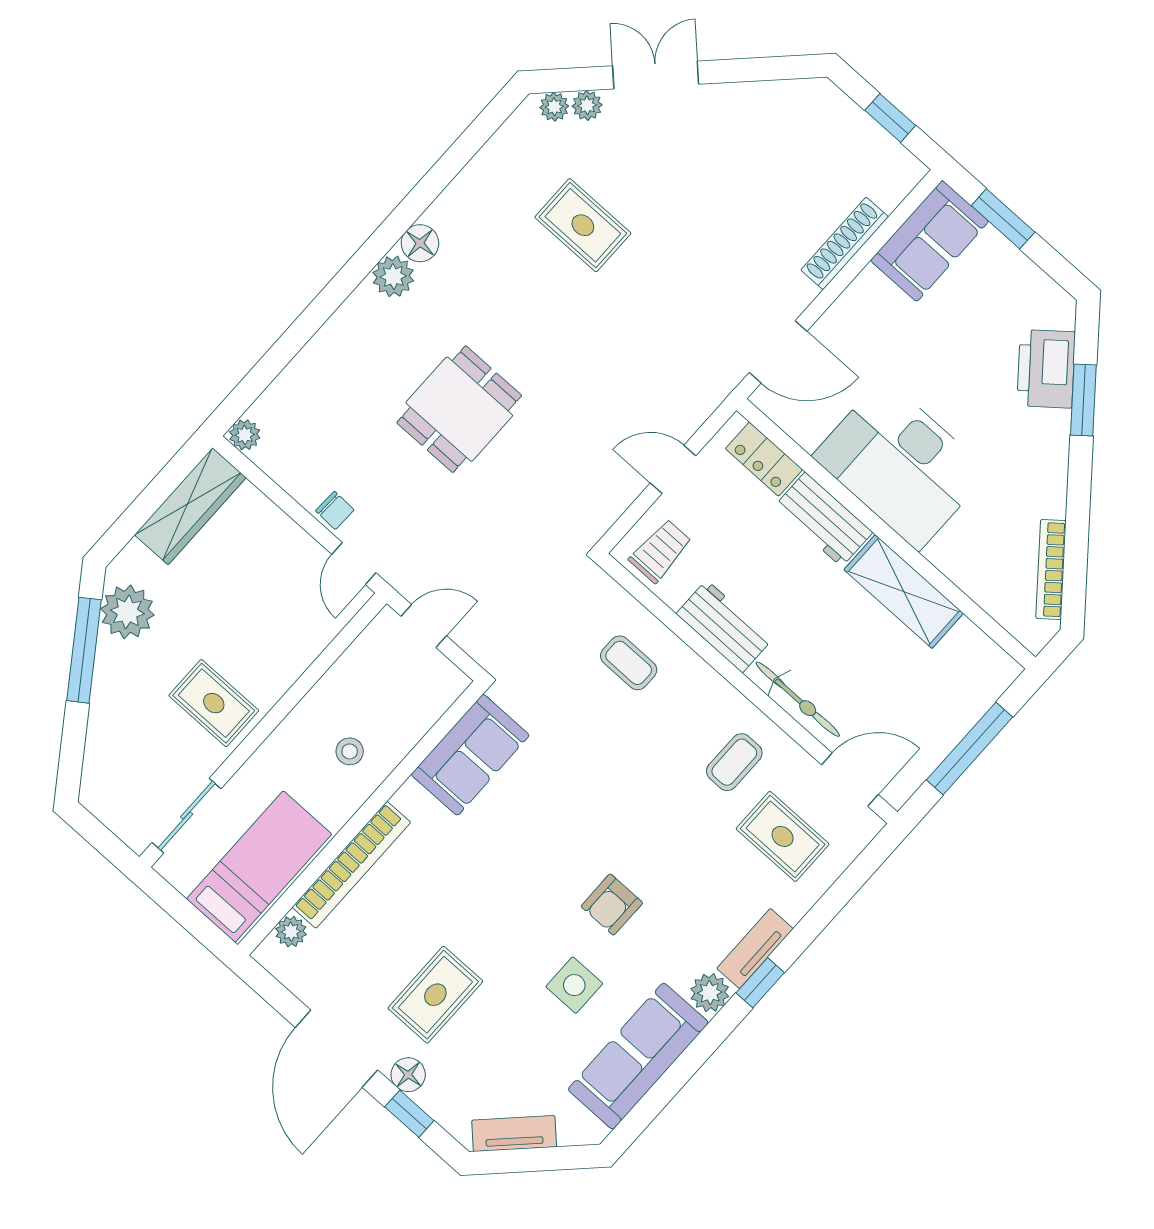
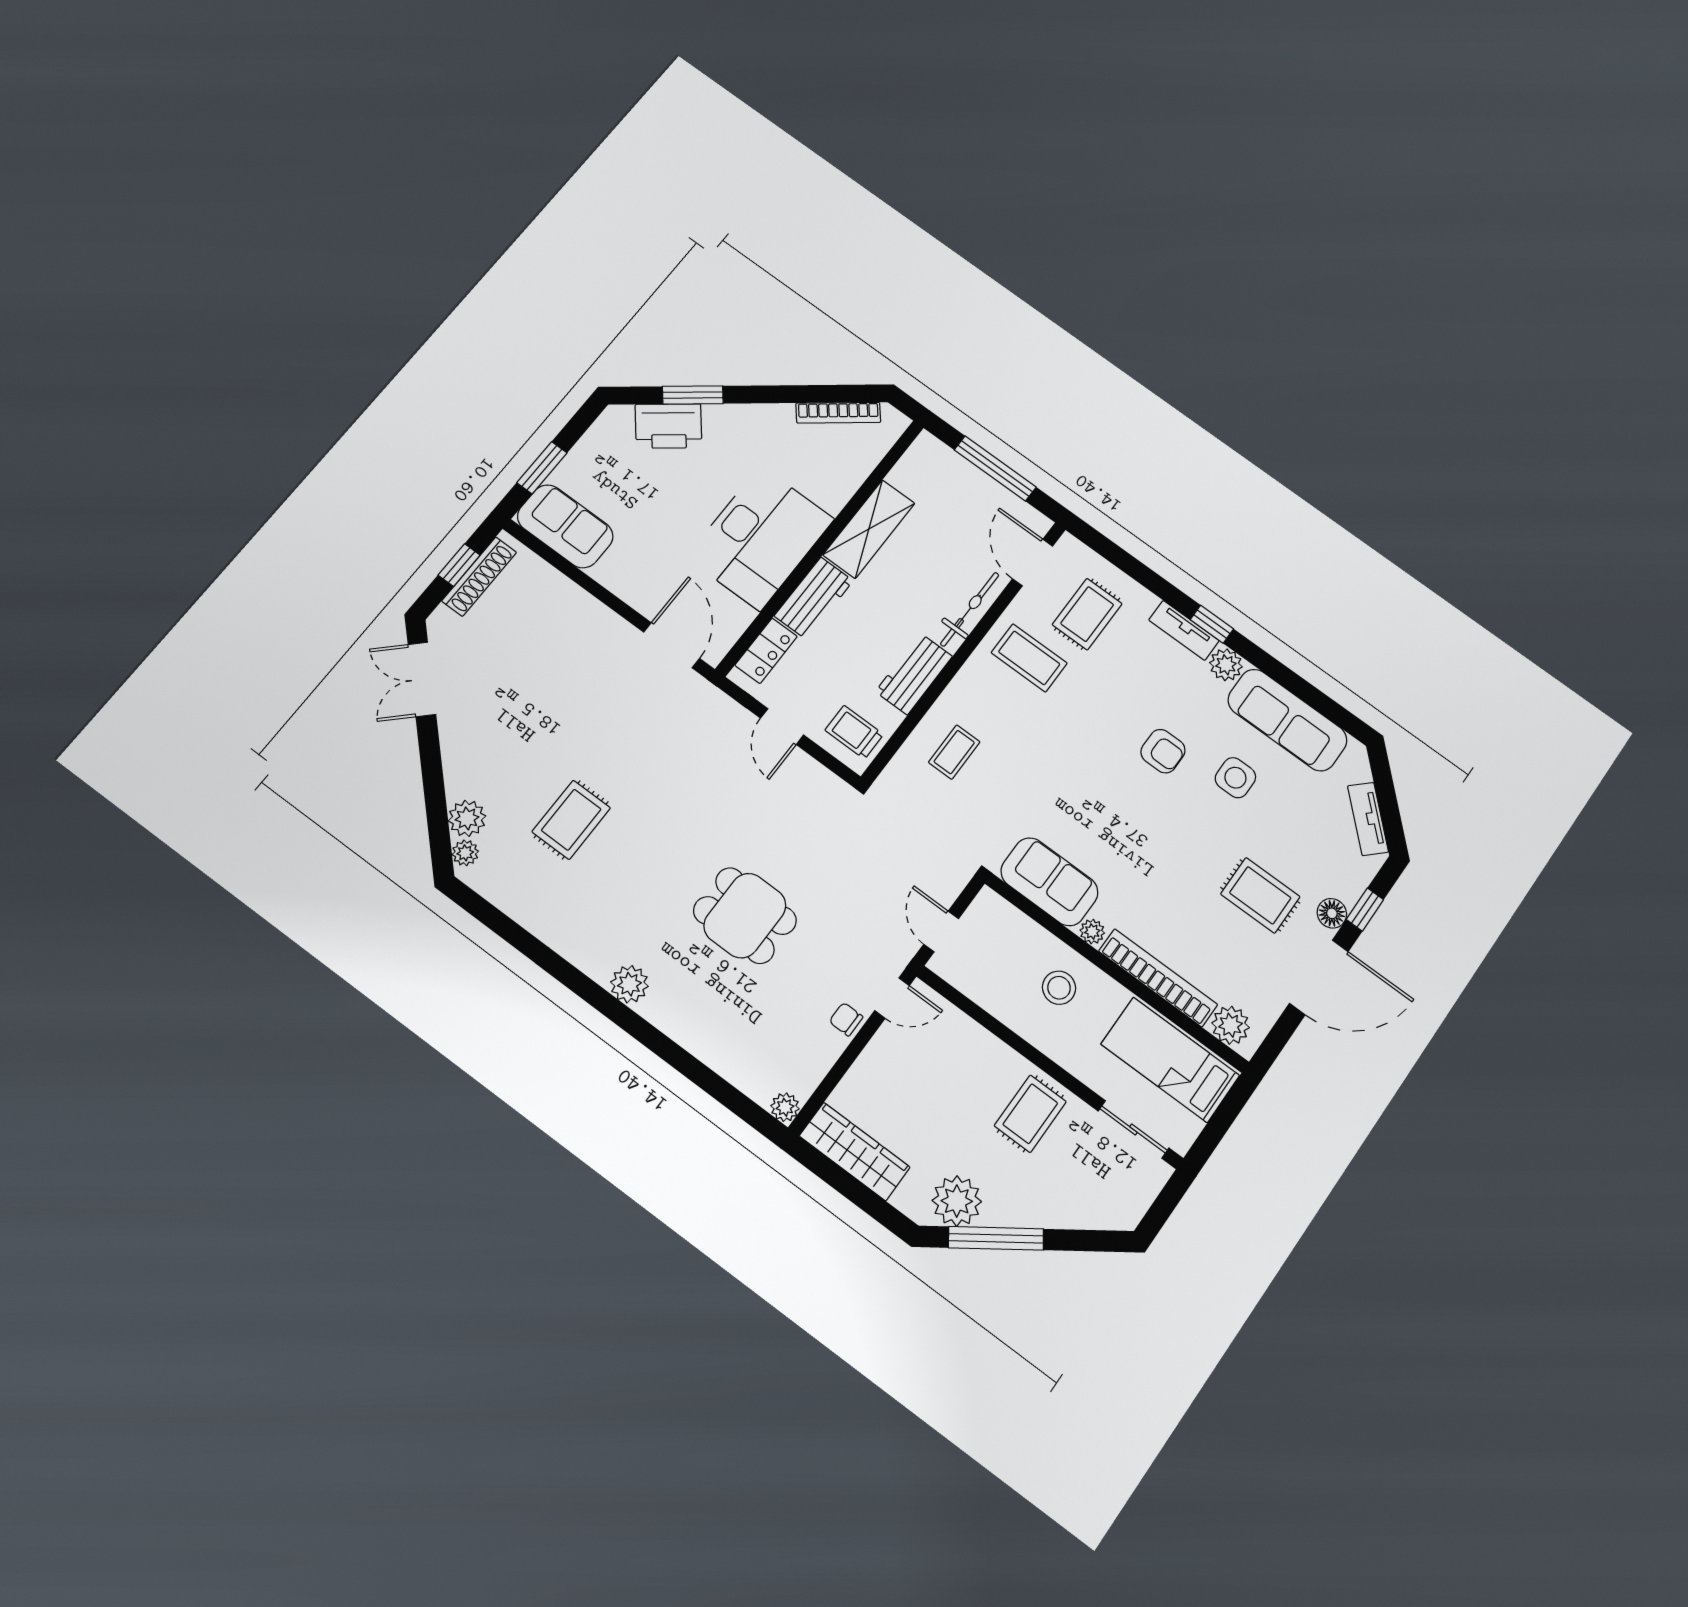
double door: (656, 75) -> (422, 679), moved
plant: (587, 105) -> (467, 818), width x1.38, depth x1.38
floor lamp: (420, 243) -> (597, 963), removed
shoe rack: (845, 243) -> (479, 577), moved, turned -90
chair: (335, 510) -> (846, 1019), turned -92
stool: (350, 751) -> (1059, 988), width x1.37, depth x1.37
coffee table: (734, 762) -> (1029, 658), width x1.36, depth x1.30
plant: (410, 797) -> (1092, 932), added
plant: (291, 932) -> (1231, 1025), width x1.38, depth x1.38

